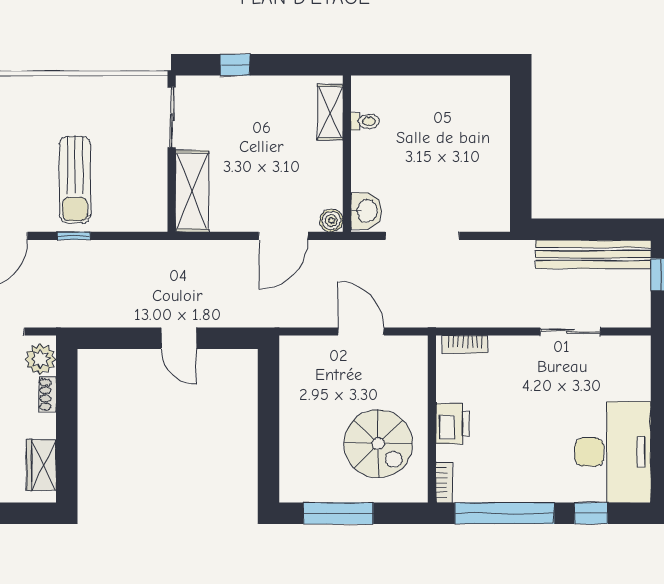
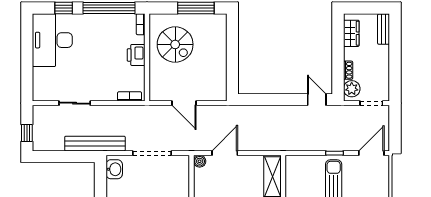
washbasin: (366, 211) -> (114, 169), moved, turned 180
bench: (593, 254) -> (95, 144), moved
door: (179, 338) -> (317, 100), moved
spiral stairs: (378, 444) -> (175, 44), turned 180

